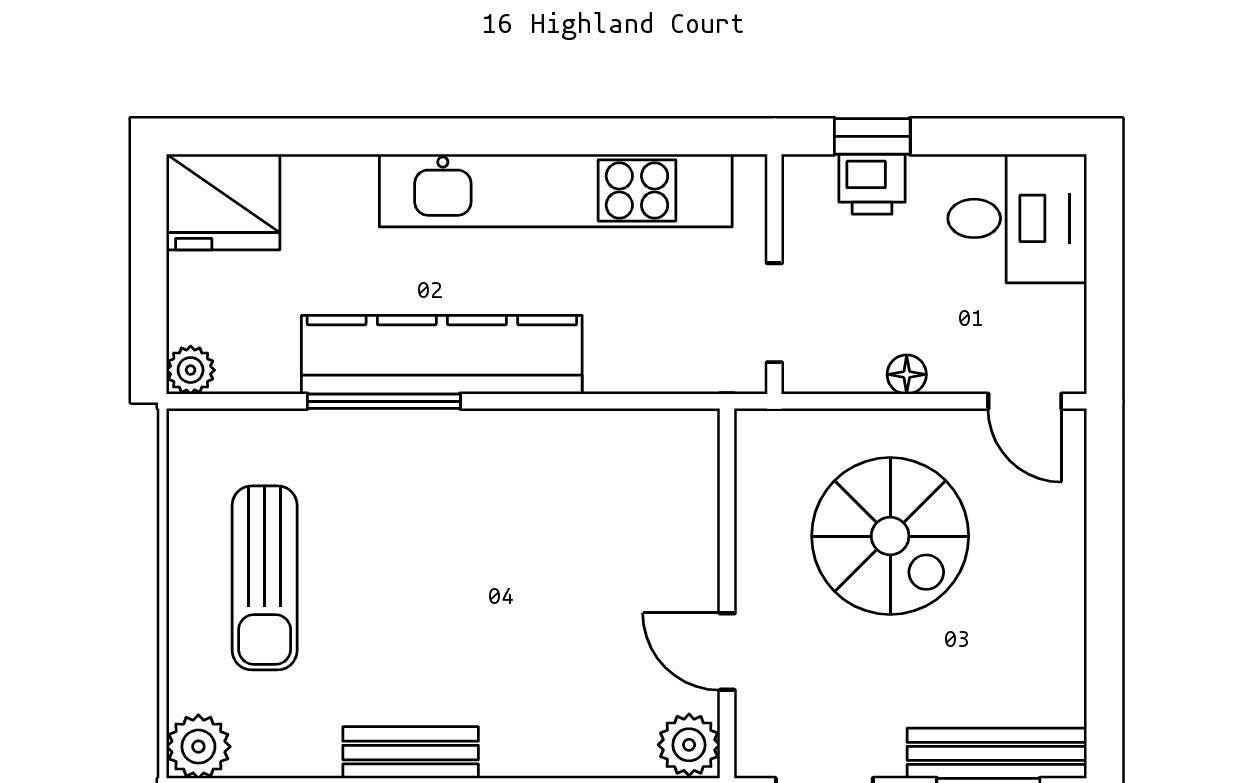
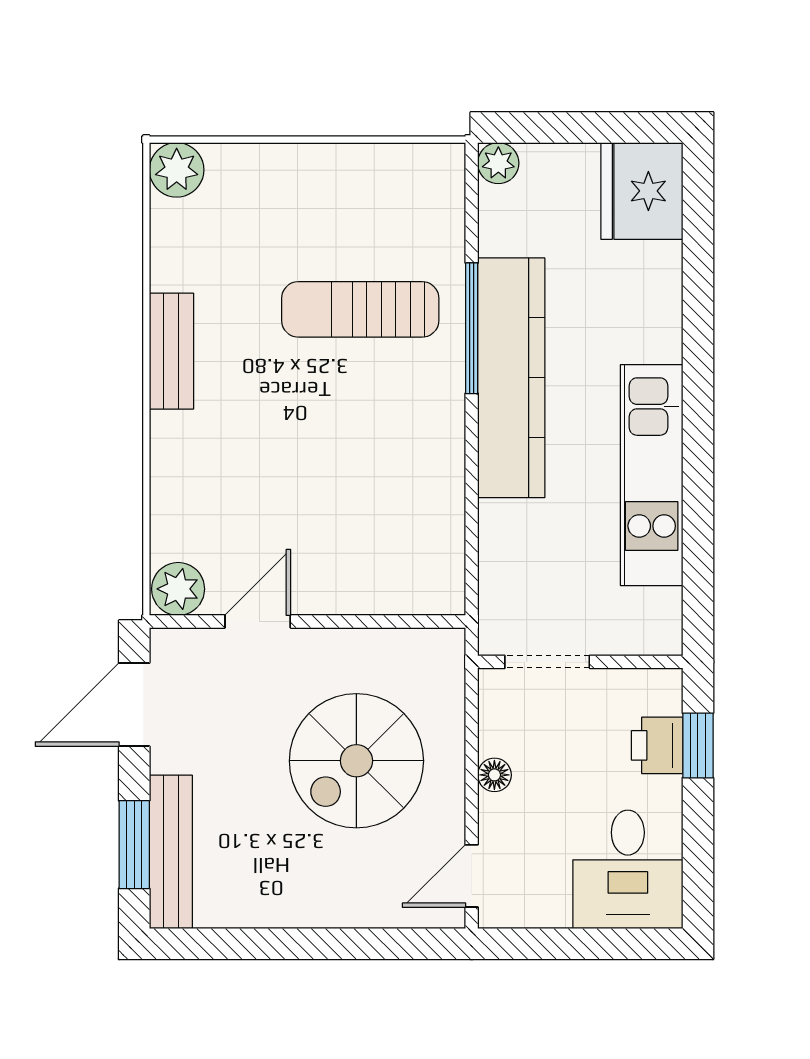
kitchen unit: (556, 190) -> (652, 475), width x0.73
sun lounger: (265, 578) -> (360, 309), moved

